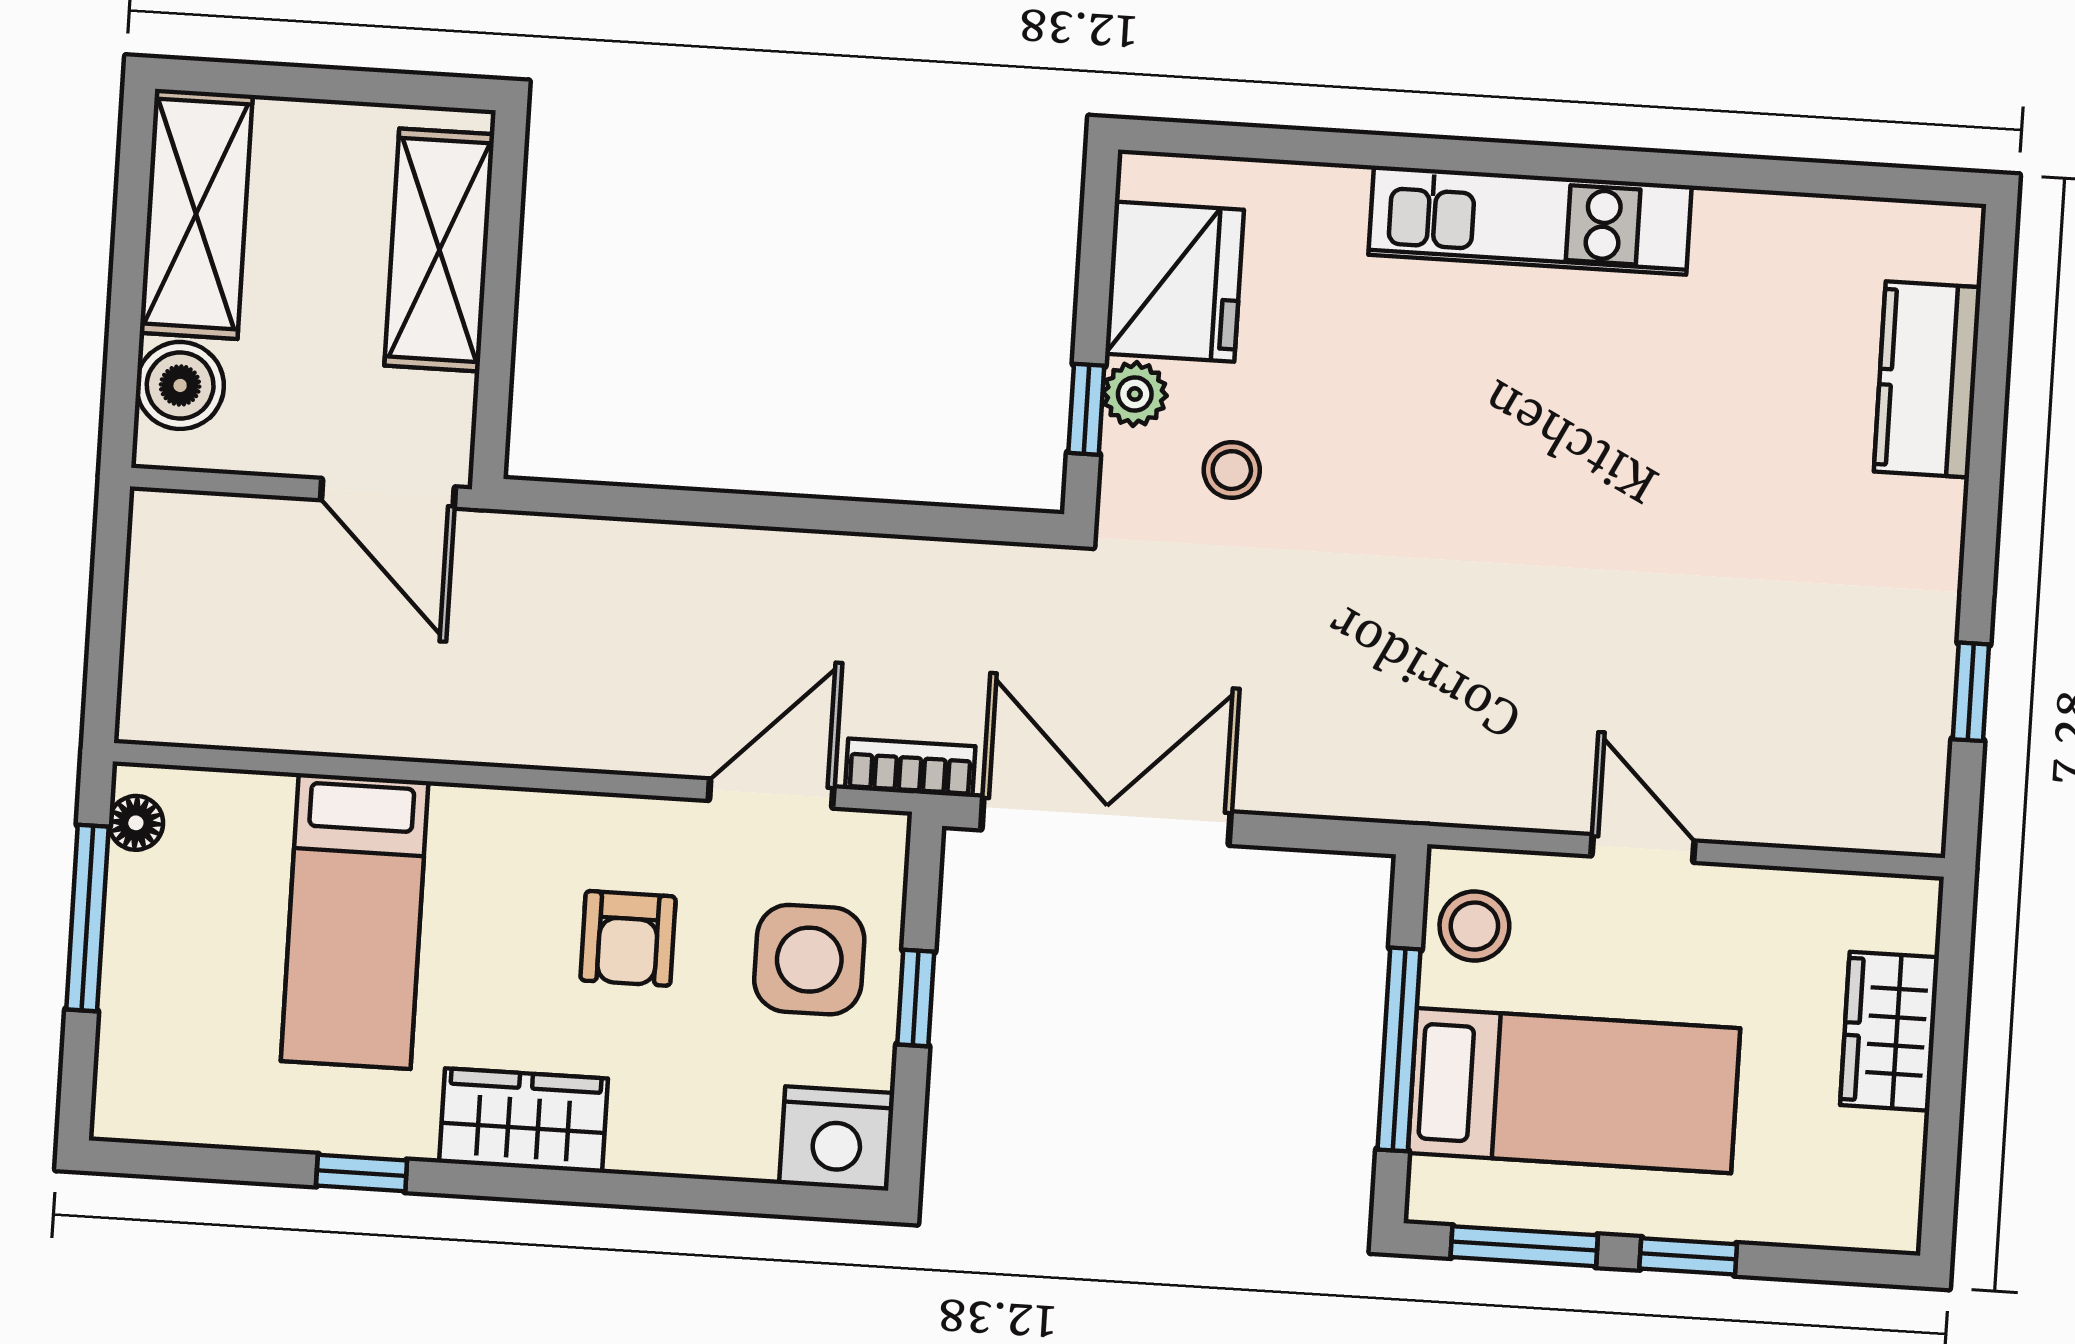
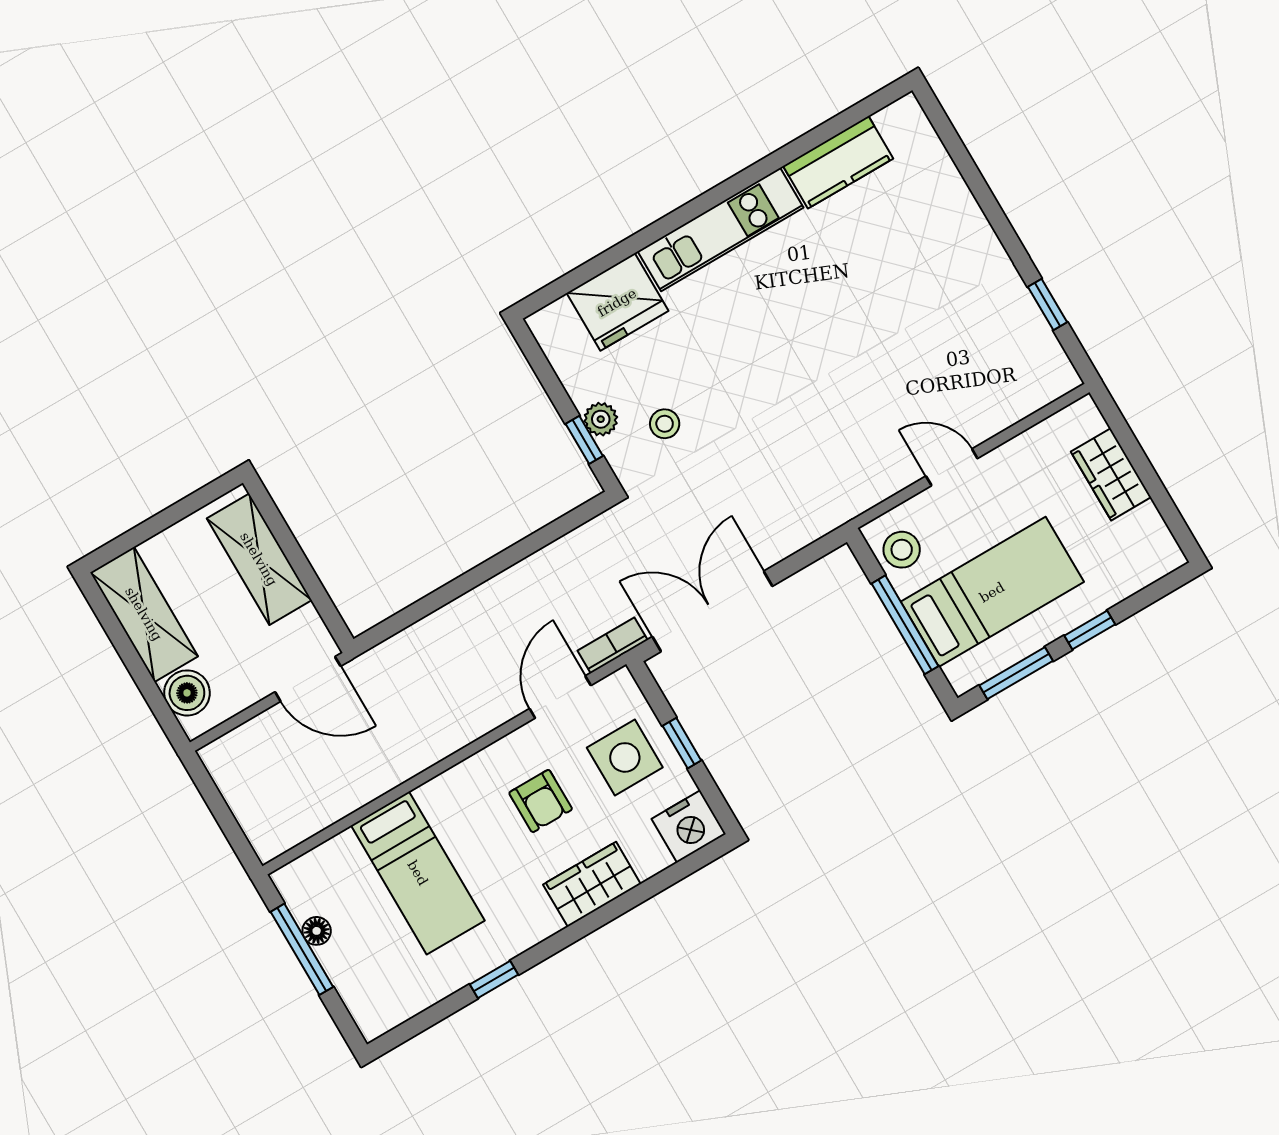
fridge: (1174, 282) -> (617, 302), moved, turned 90
kitchen counter: (1927, 379) -> (838, 162), moved, turned -90
floor lamp: (136, 823) -> (317, 931), moved
wardrobe: (524, 1120) -> (592, 884), moved

